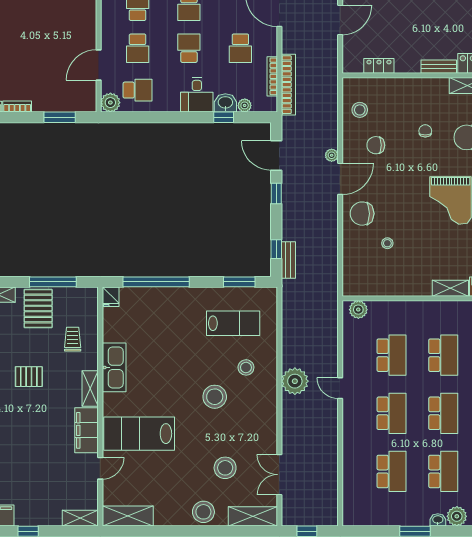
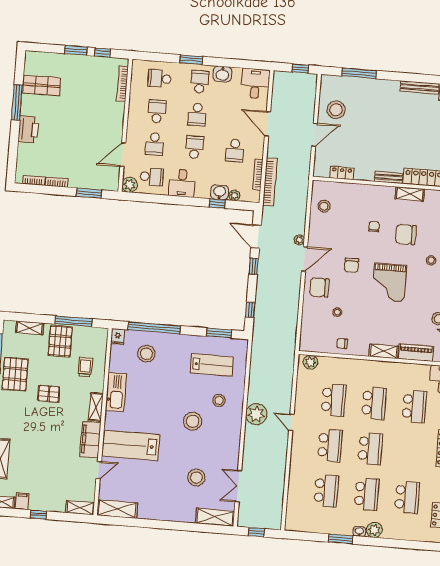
desk: (197, 95) -> (182, 183), moved
chair: (376, 145) -> (352, 265), moved, turned -90
bench: (288, 260) -> (259, 319), removed
chair: (397, 282) -> (342, 343), added
stool: (203, 512) -> (146, 354), moved

